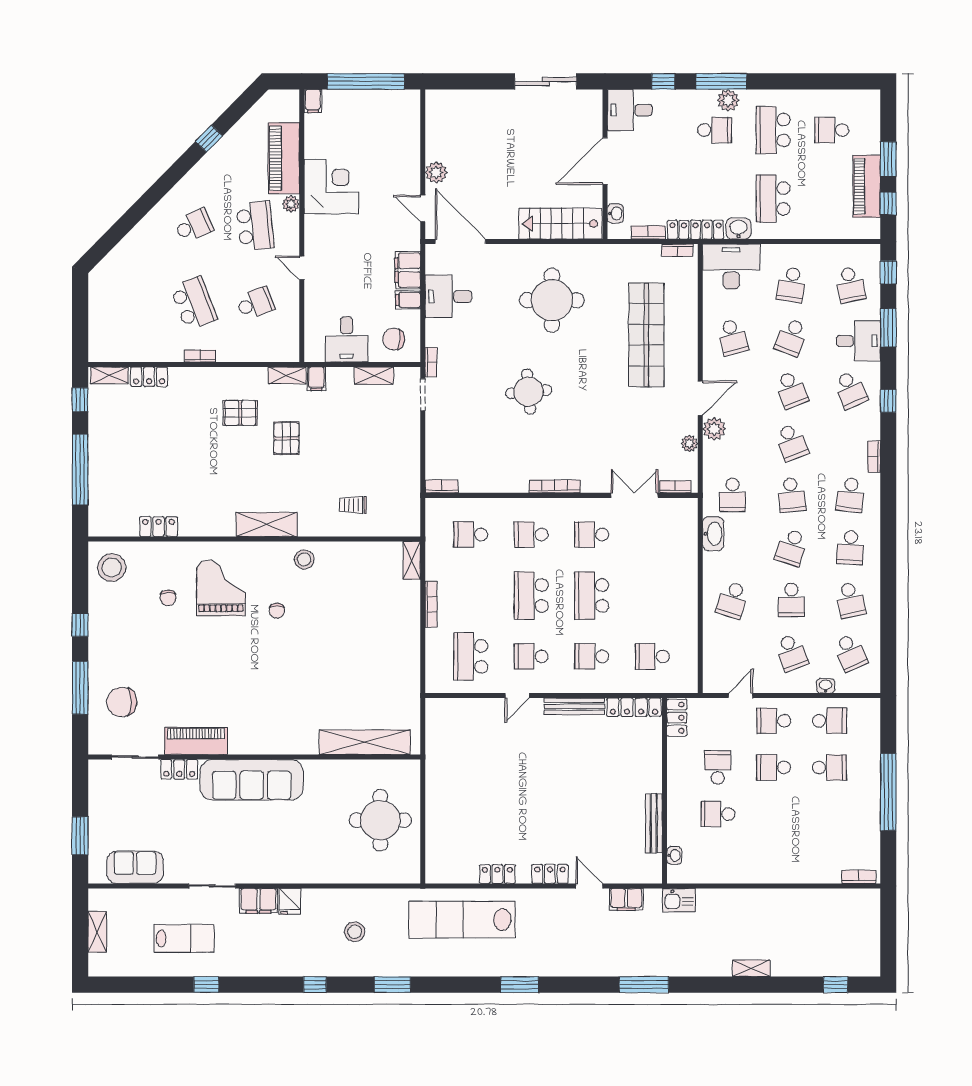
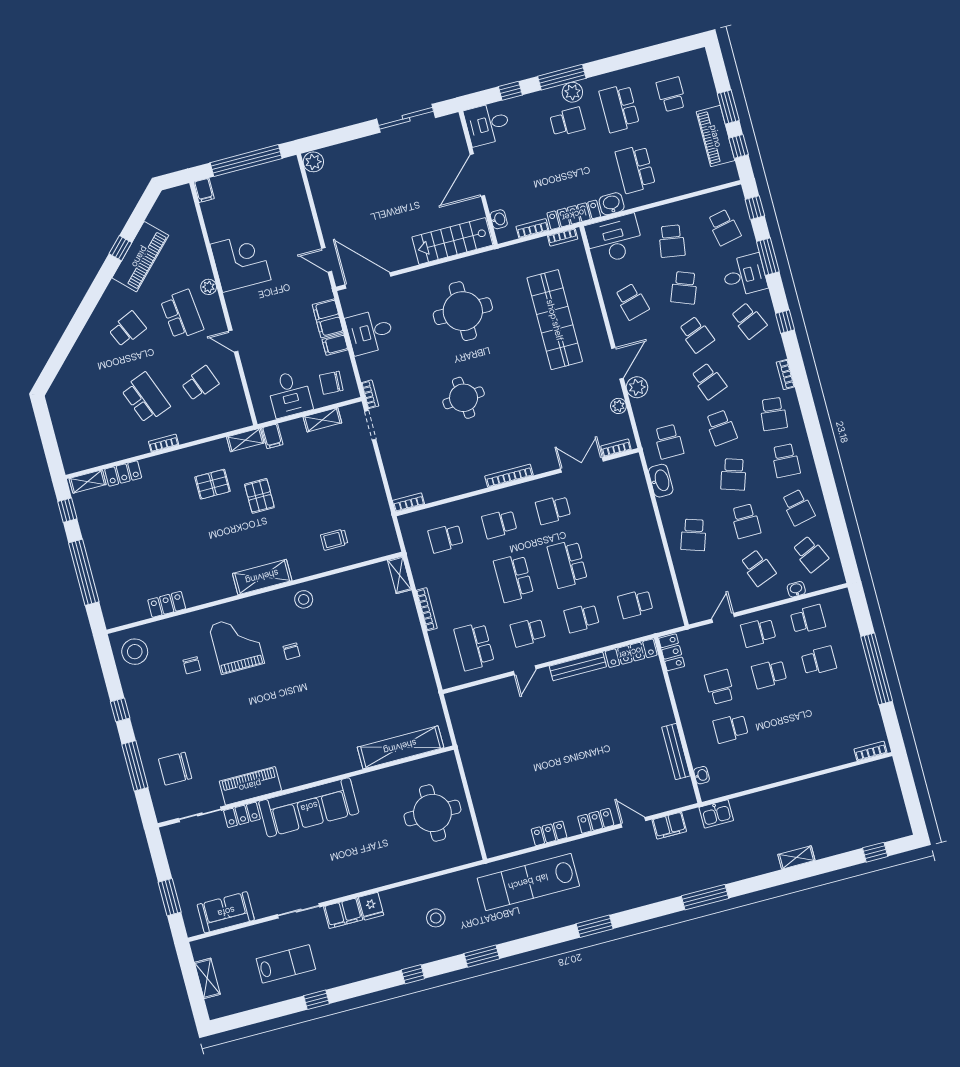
school desk: (832, 130) -> (671, 94), turned 90
piano: (284, 158) -> (140, 257), moved, turned -136
plant: (436, 172) -> (313, 162), moved

